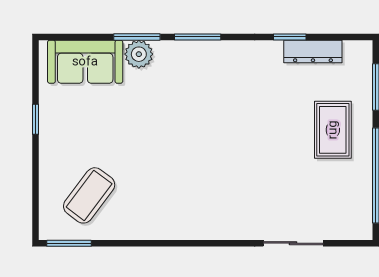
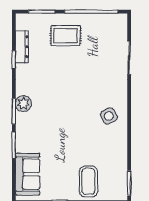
plant: (139, 54) -> (23, 104), moved
coffee table: (89, 195) -> (88, 181), moved, turned 53
side table: (189, 207) -> (109, 116), added

